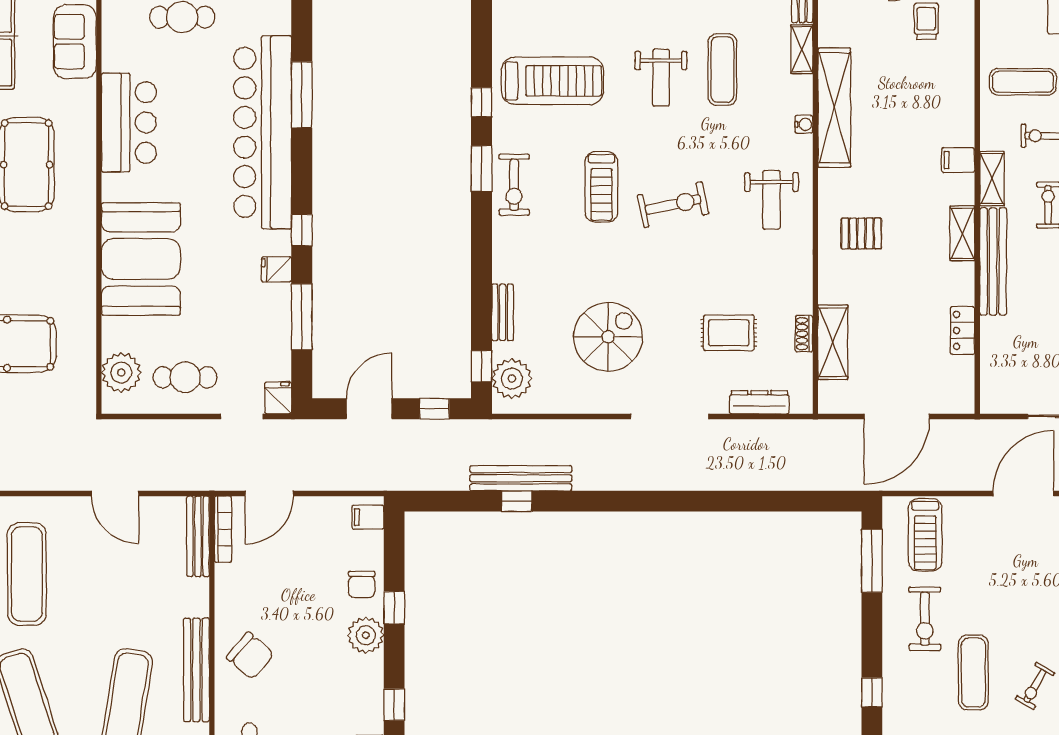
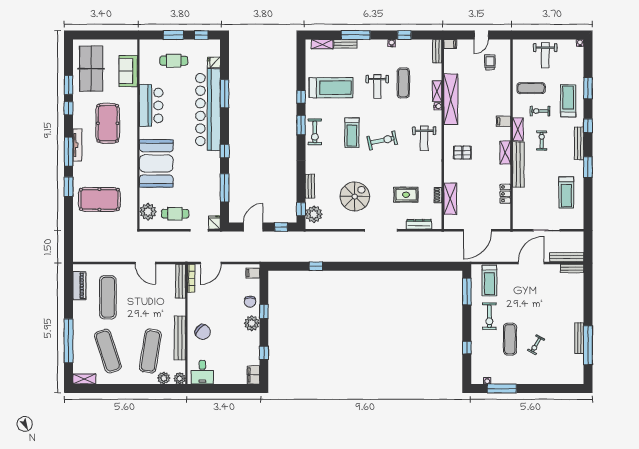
shelving: (802, 49) -> (437, 91), moved
fridge: (276, 269) -> (214, 62), moved
bench: (521, 478) -> (318, 257), removed

